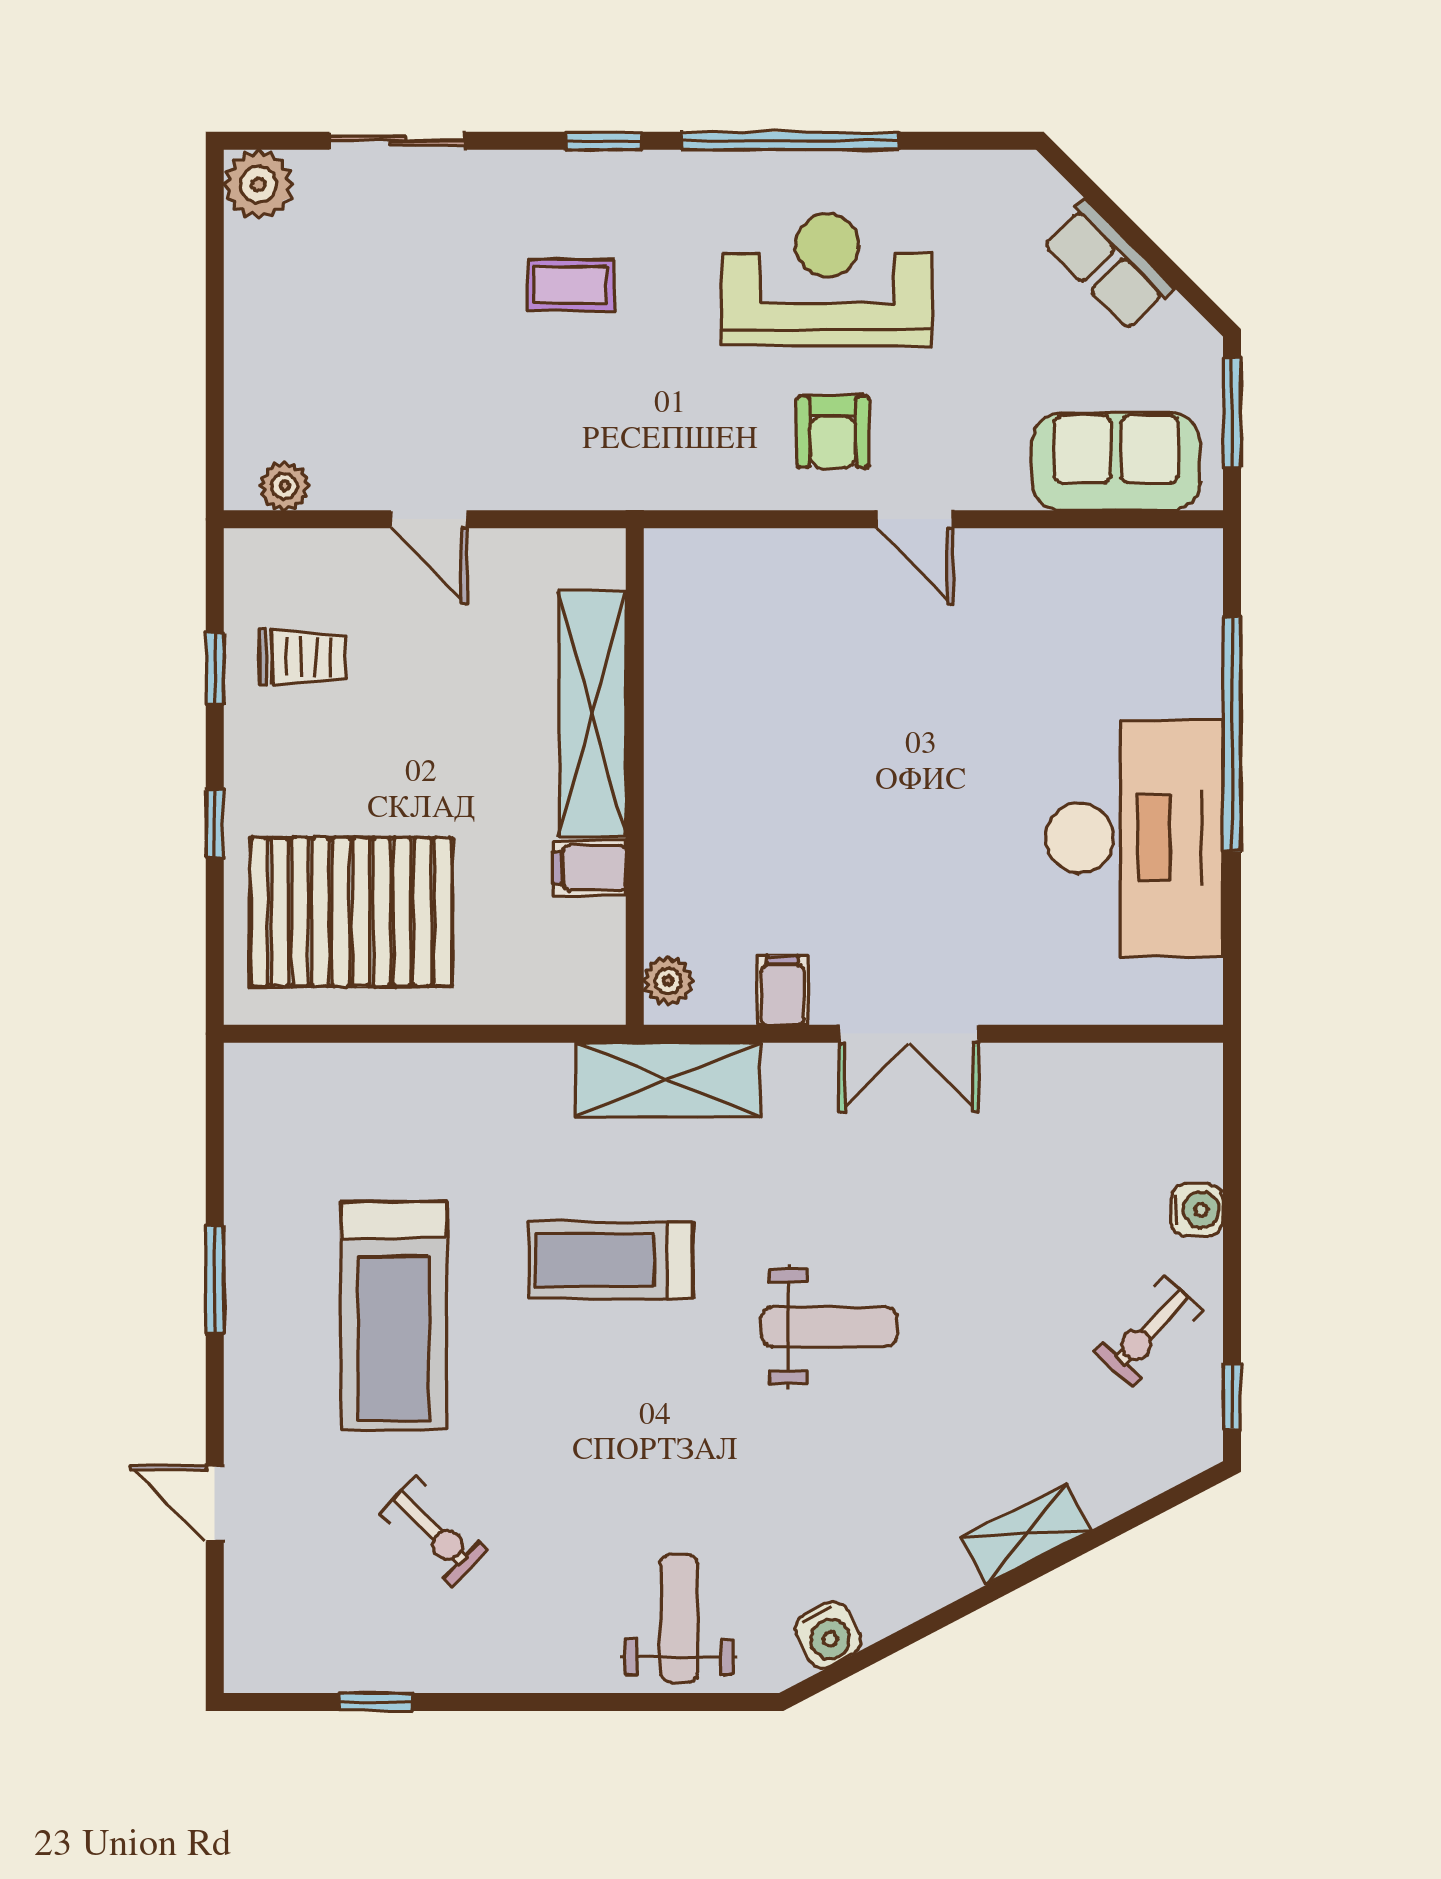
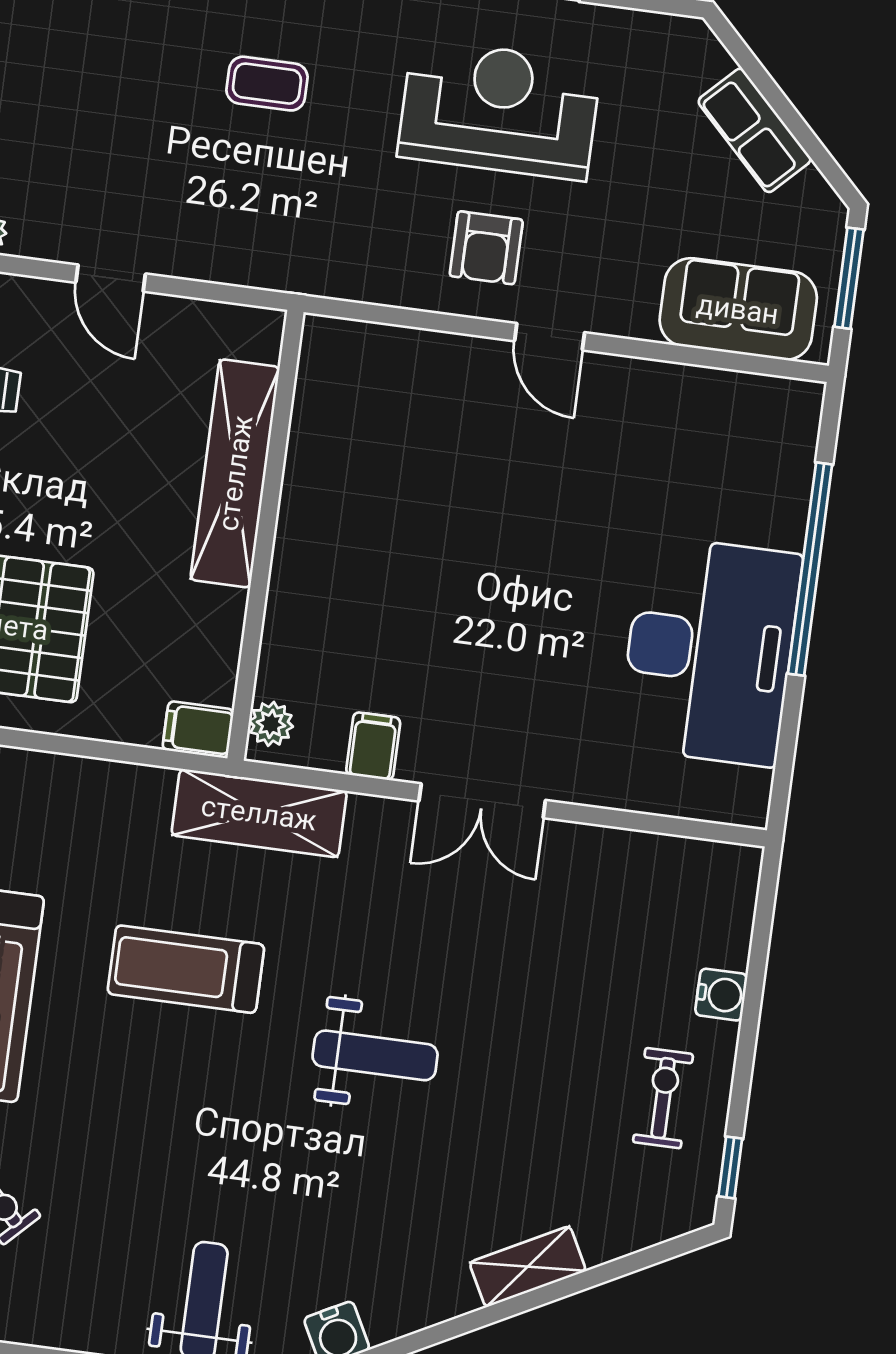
filing cabinet: (590, 868) -> (198, 730), moved
exercise bike: (1149, 1331) -> (663, 1098), turned 137

